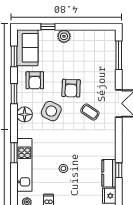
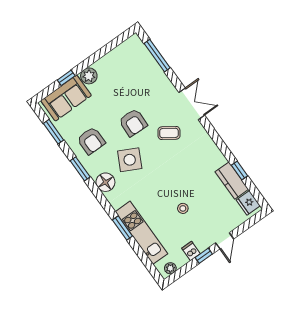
sofa: (27, 48) -> (66, 98), moved, turned 90

